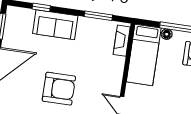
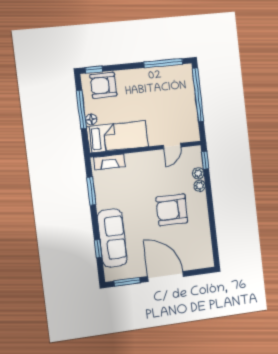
sofa: (55, 25) -> (112, 238), width x1.36
armchair: (59, 89) -> (172, 210), turned -90

